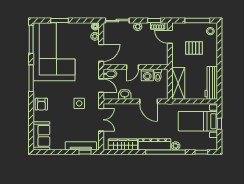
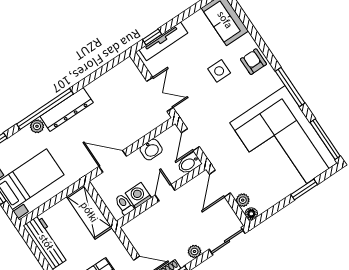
door: (101, 86) -> (190, 140), hinge flipped
side table: (79, 103) -> (219, 71), moved
double door: (101, 120) -> (160, 94), swing flipped
wardrobe: (123, 144) -> (108, 81), removed

